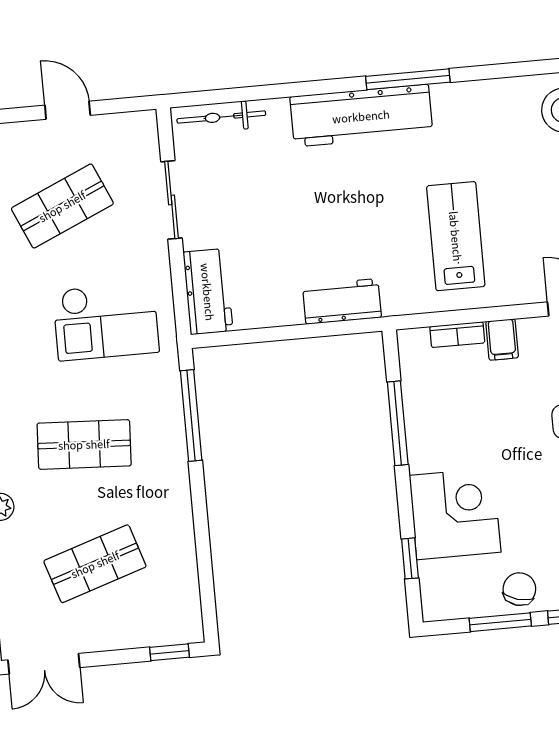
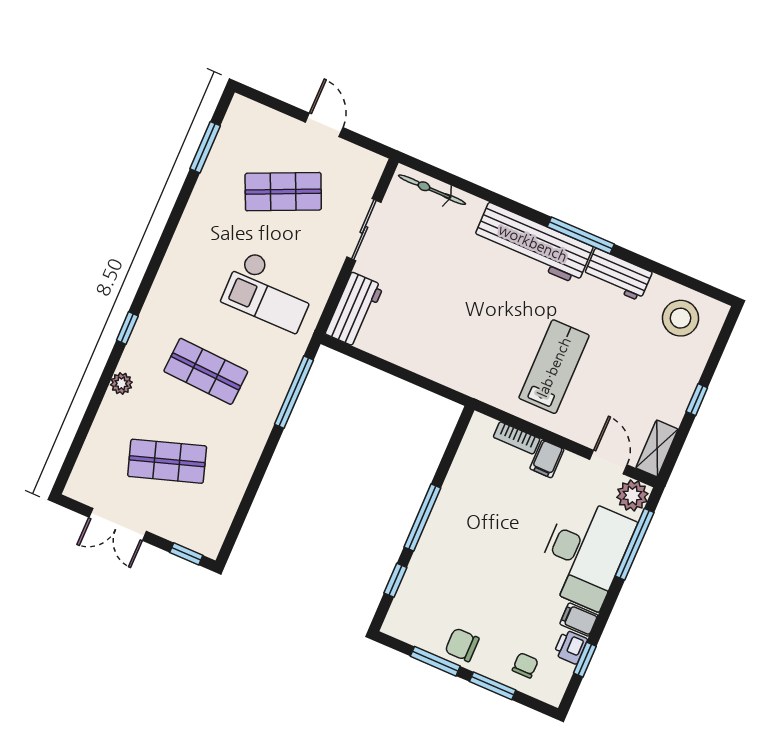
workbench: (342, 301) -> (618, 275), moved, turned 180
window: (398, 423) -> (422, 518), moved
corner desk: (455, 514) -> (445, 566), removed
chair: (519, 589) -> (462, 645), turned -106
double door: (44, 664) -> (118, 524), moved

